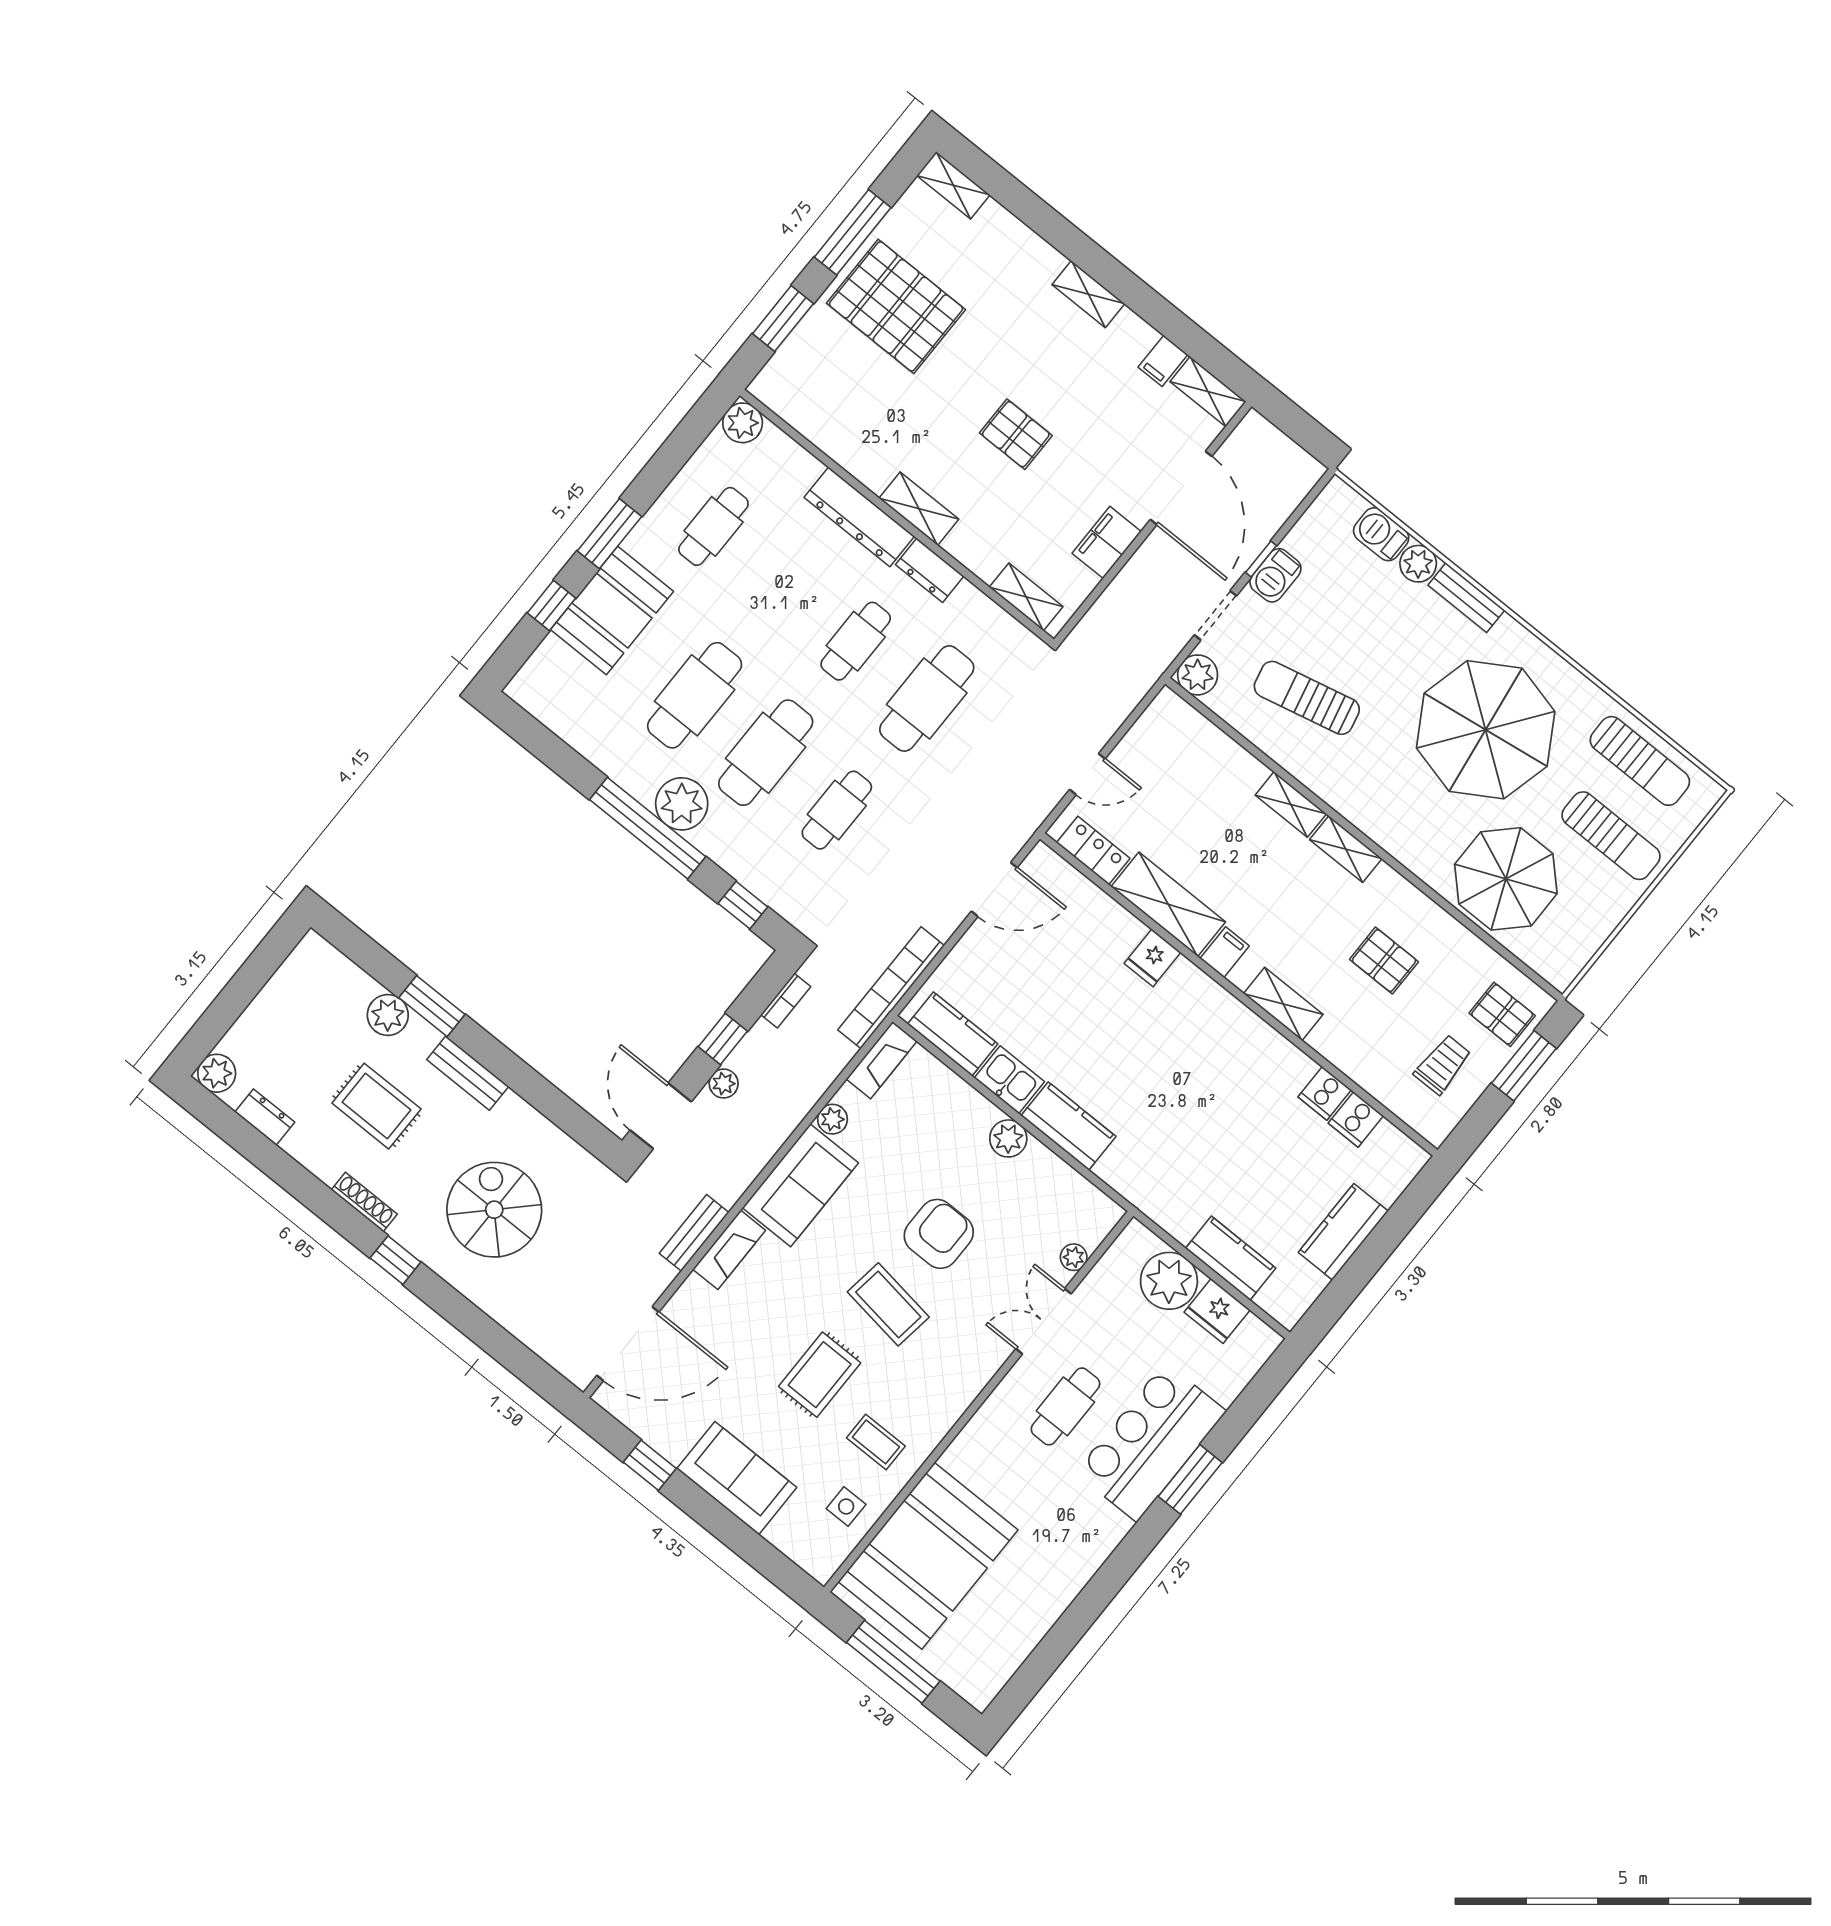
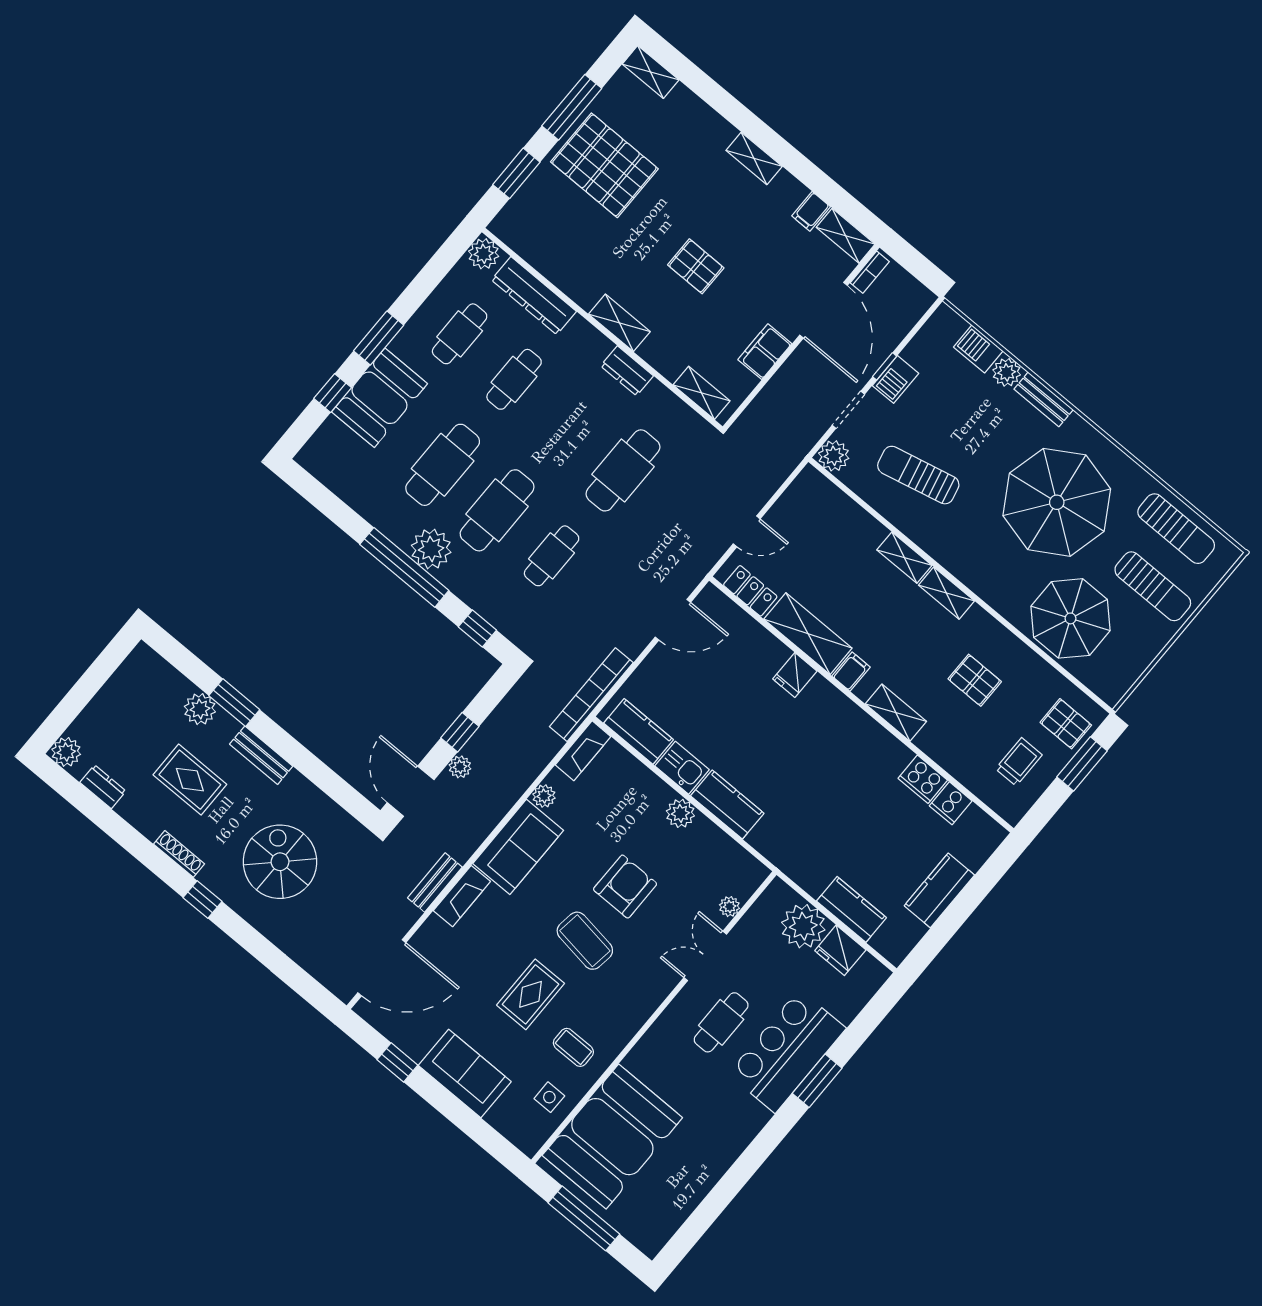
dresser: (859, 517) -> (534, 296), moved
cafe table: (856, 641) -> (514, 379), moved
bookcase: (786, 1001) -> (870, 272), moved
cooker: (1325, 1093) -> (923, 779), width x1.36

